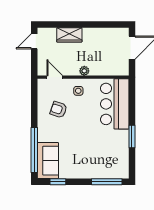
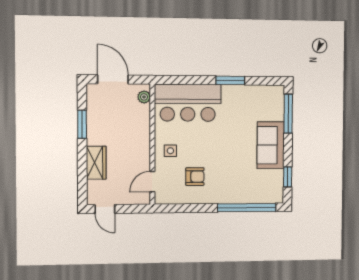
window: (98, 25) -> (82, 124), added
plant: (84, 71) -> (144, 97), moved
armchair: (59, 110) -> (195, 177), turned -109
sofa: (48, 161) -> (271, 145), moved, turned -90

